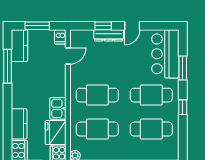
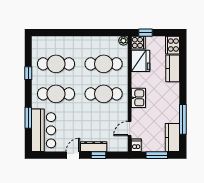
window: (183, 107) -> (28, 73), moved
kitchen sink: (58, 108) -> (138, 98), moved

